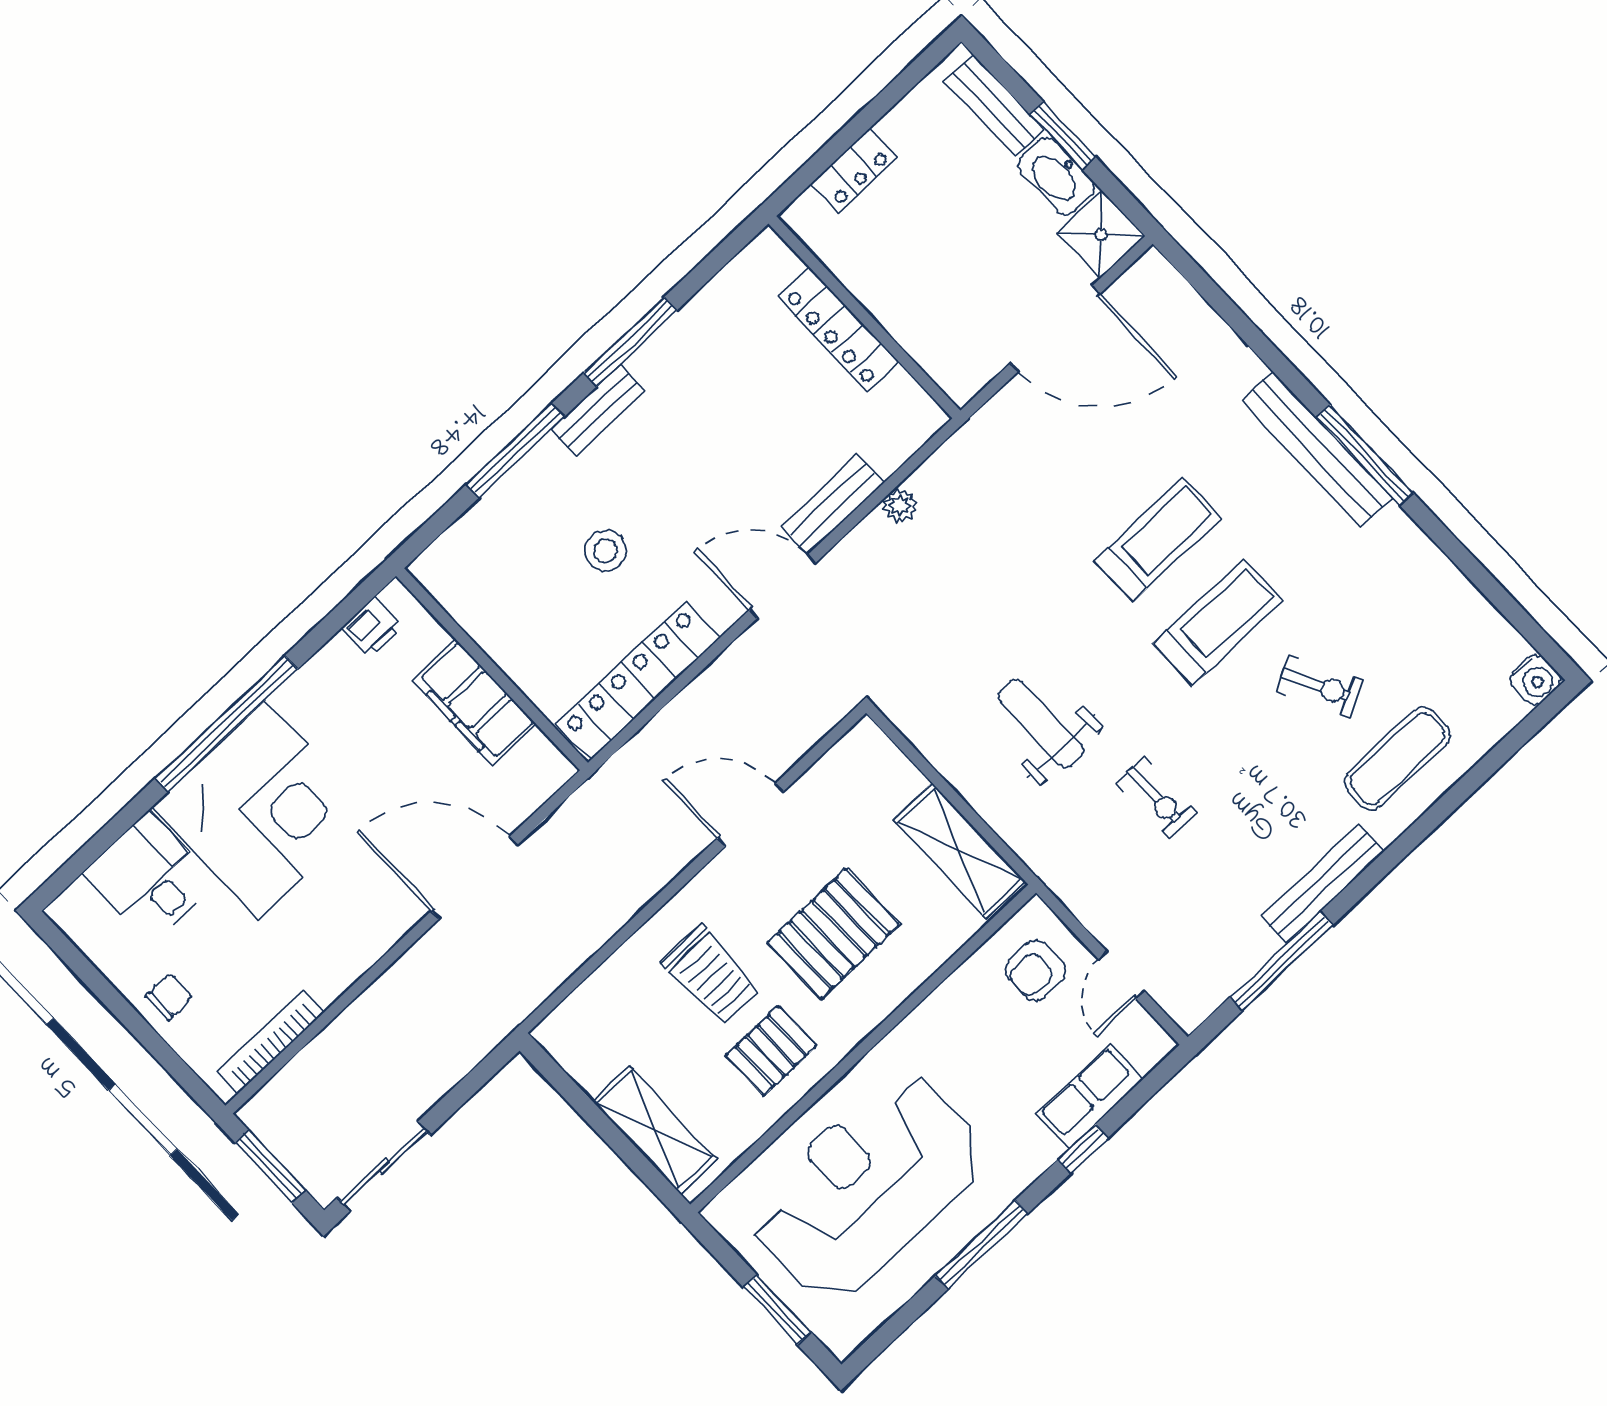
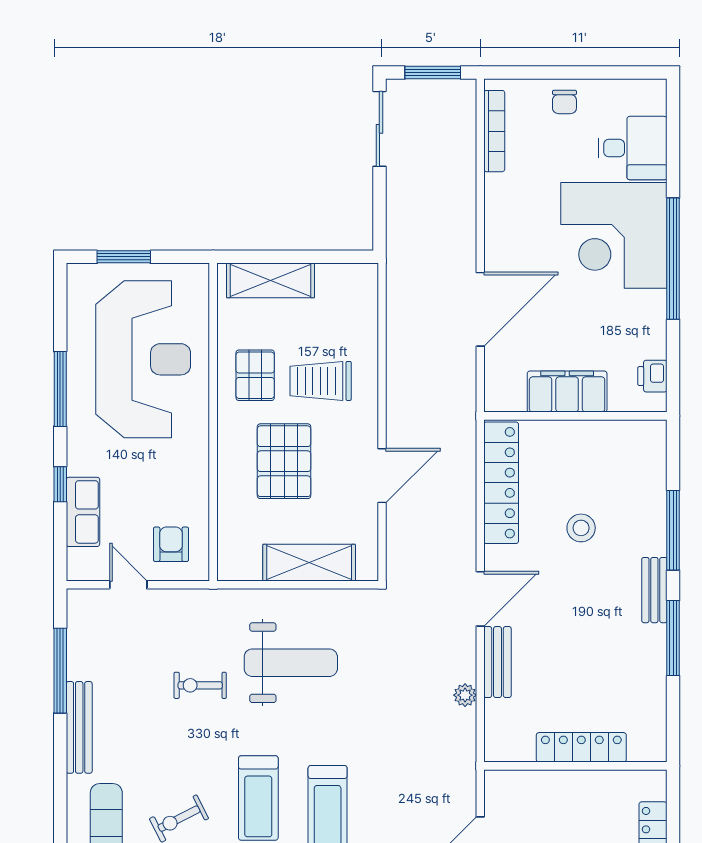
weight bench: (1041, 724) -> (291, 663), width x1.36, depth x1.33
shelving: (959, 851) -> (309, 563), moved

